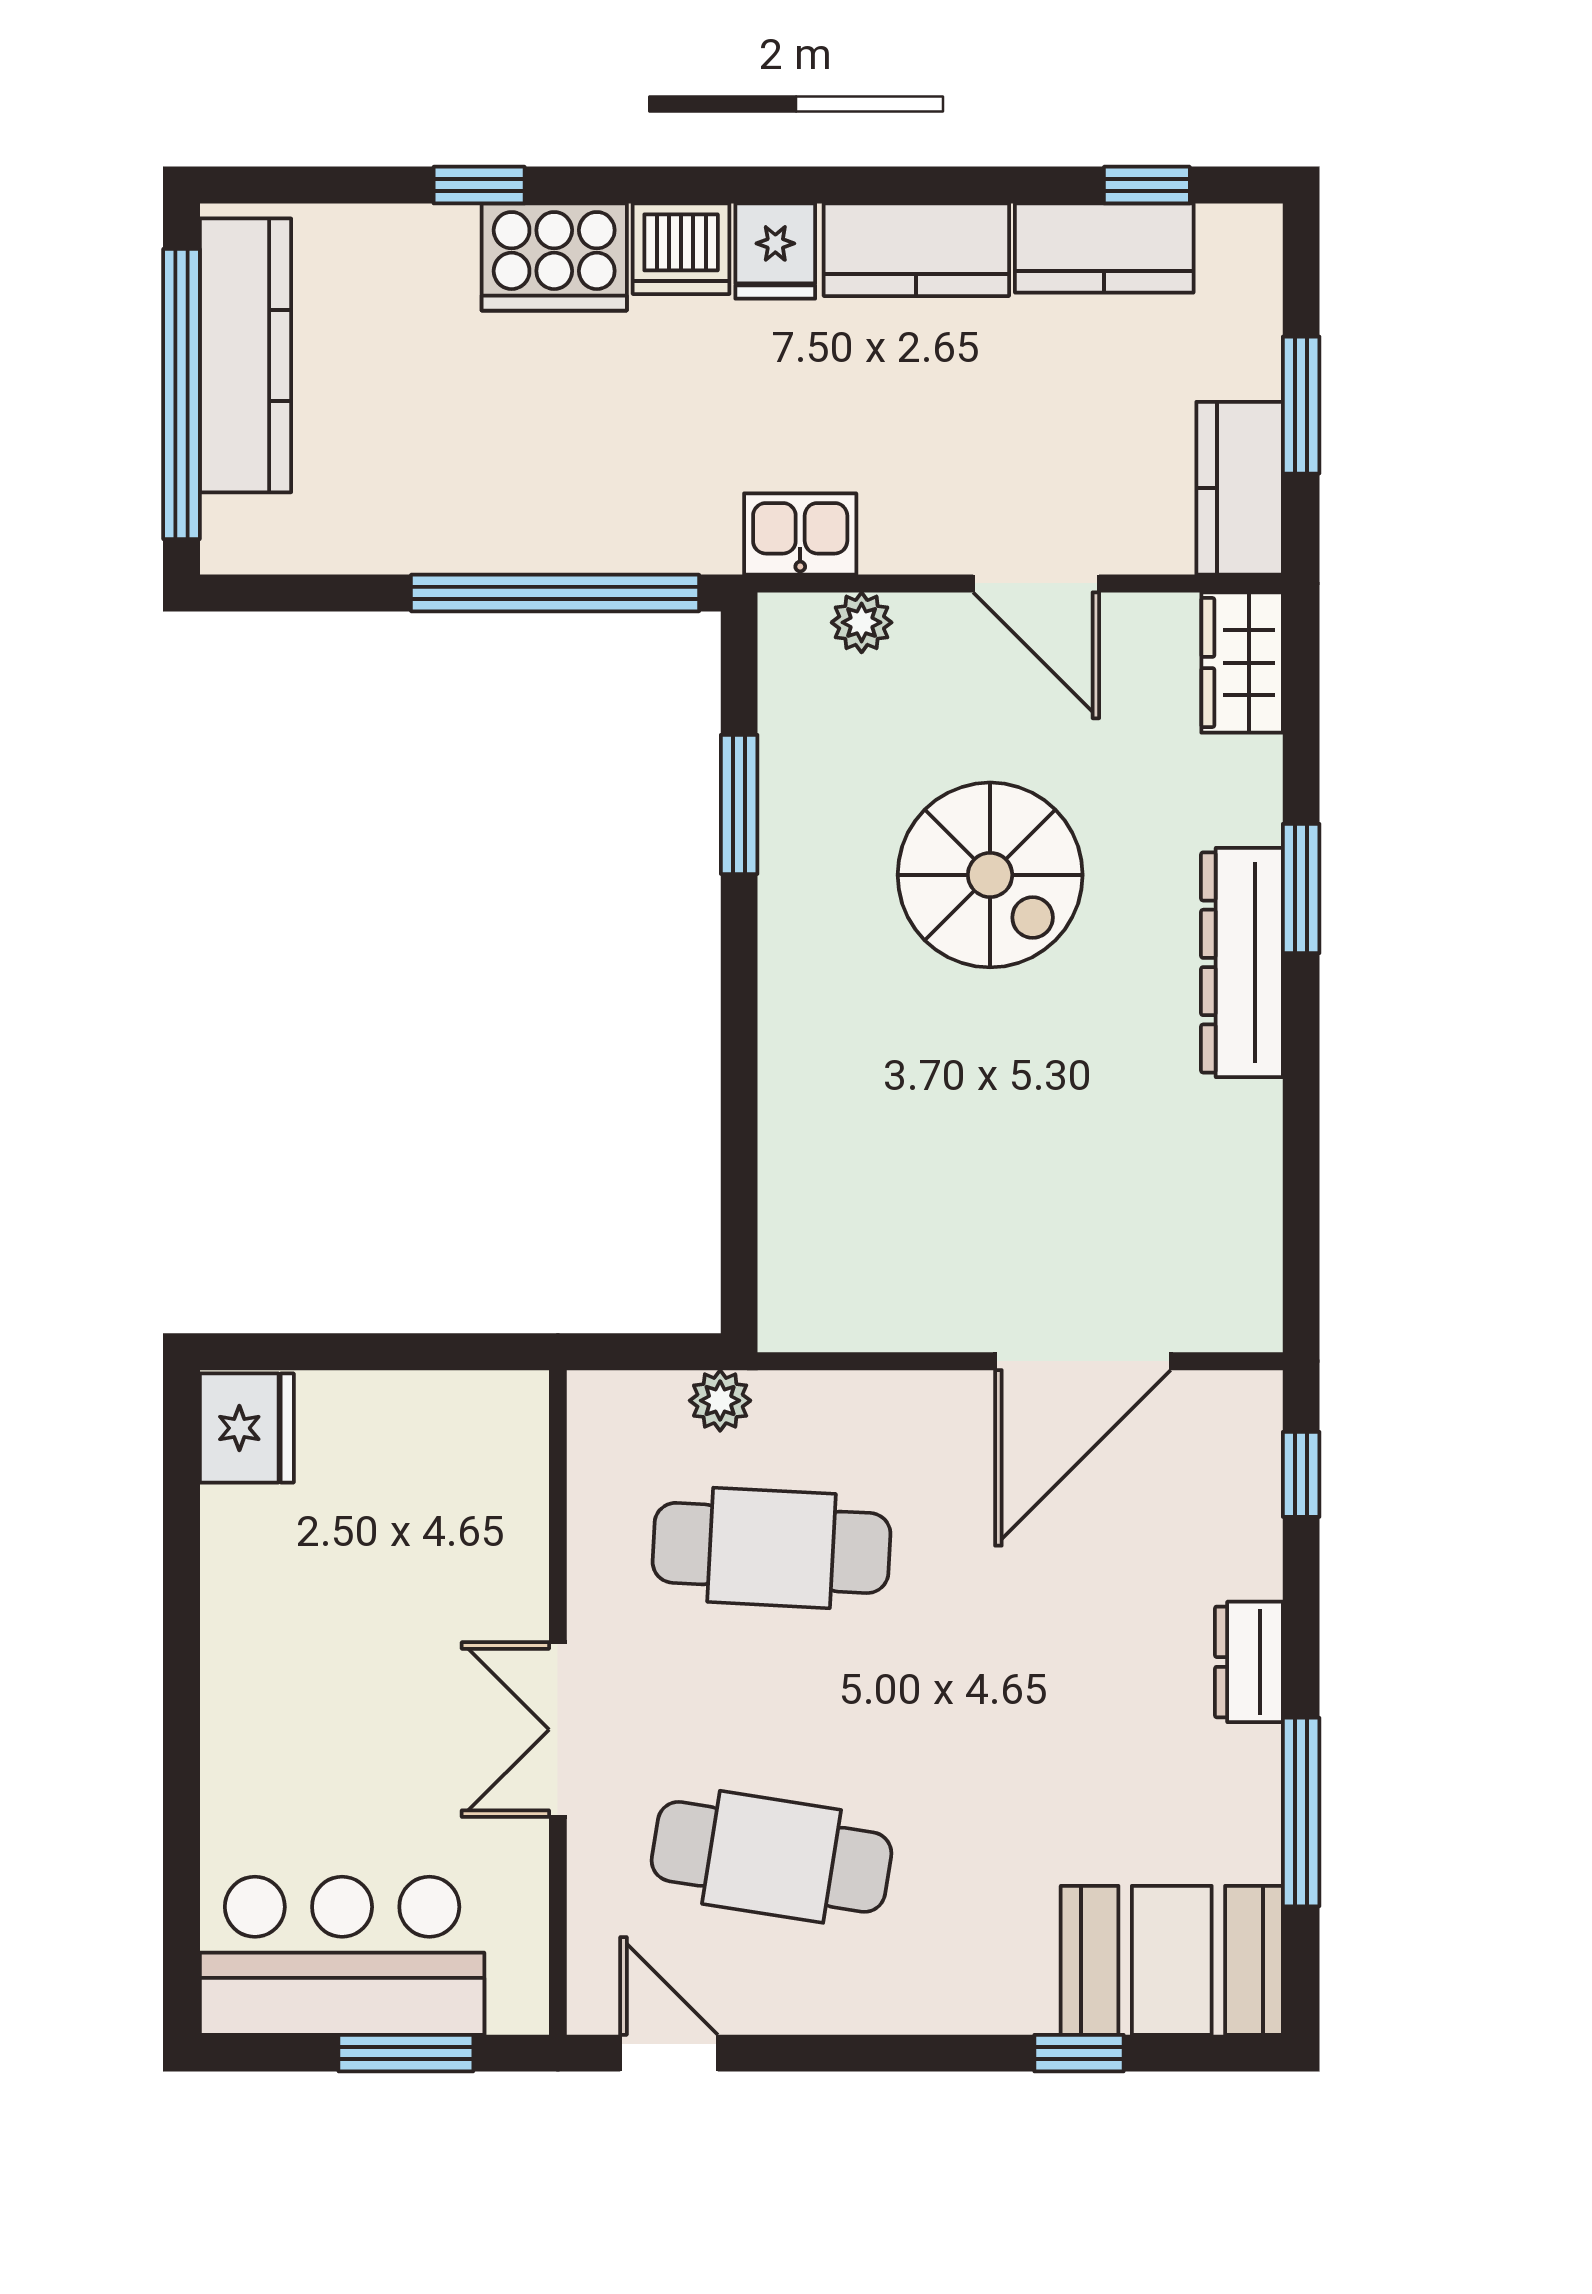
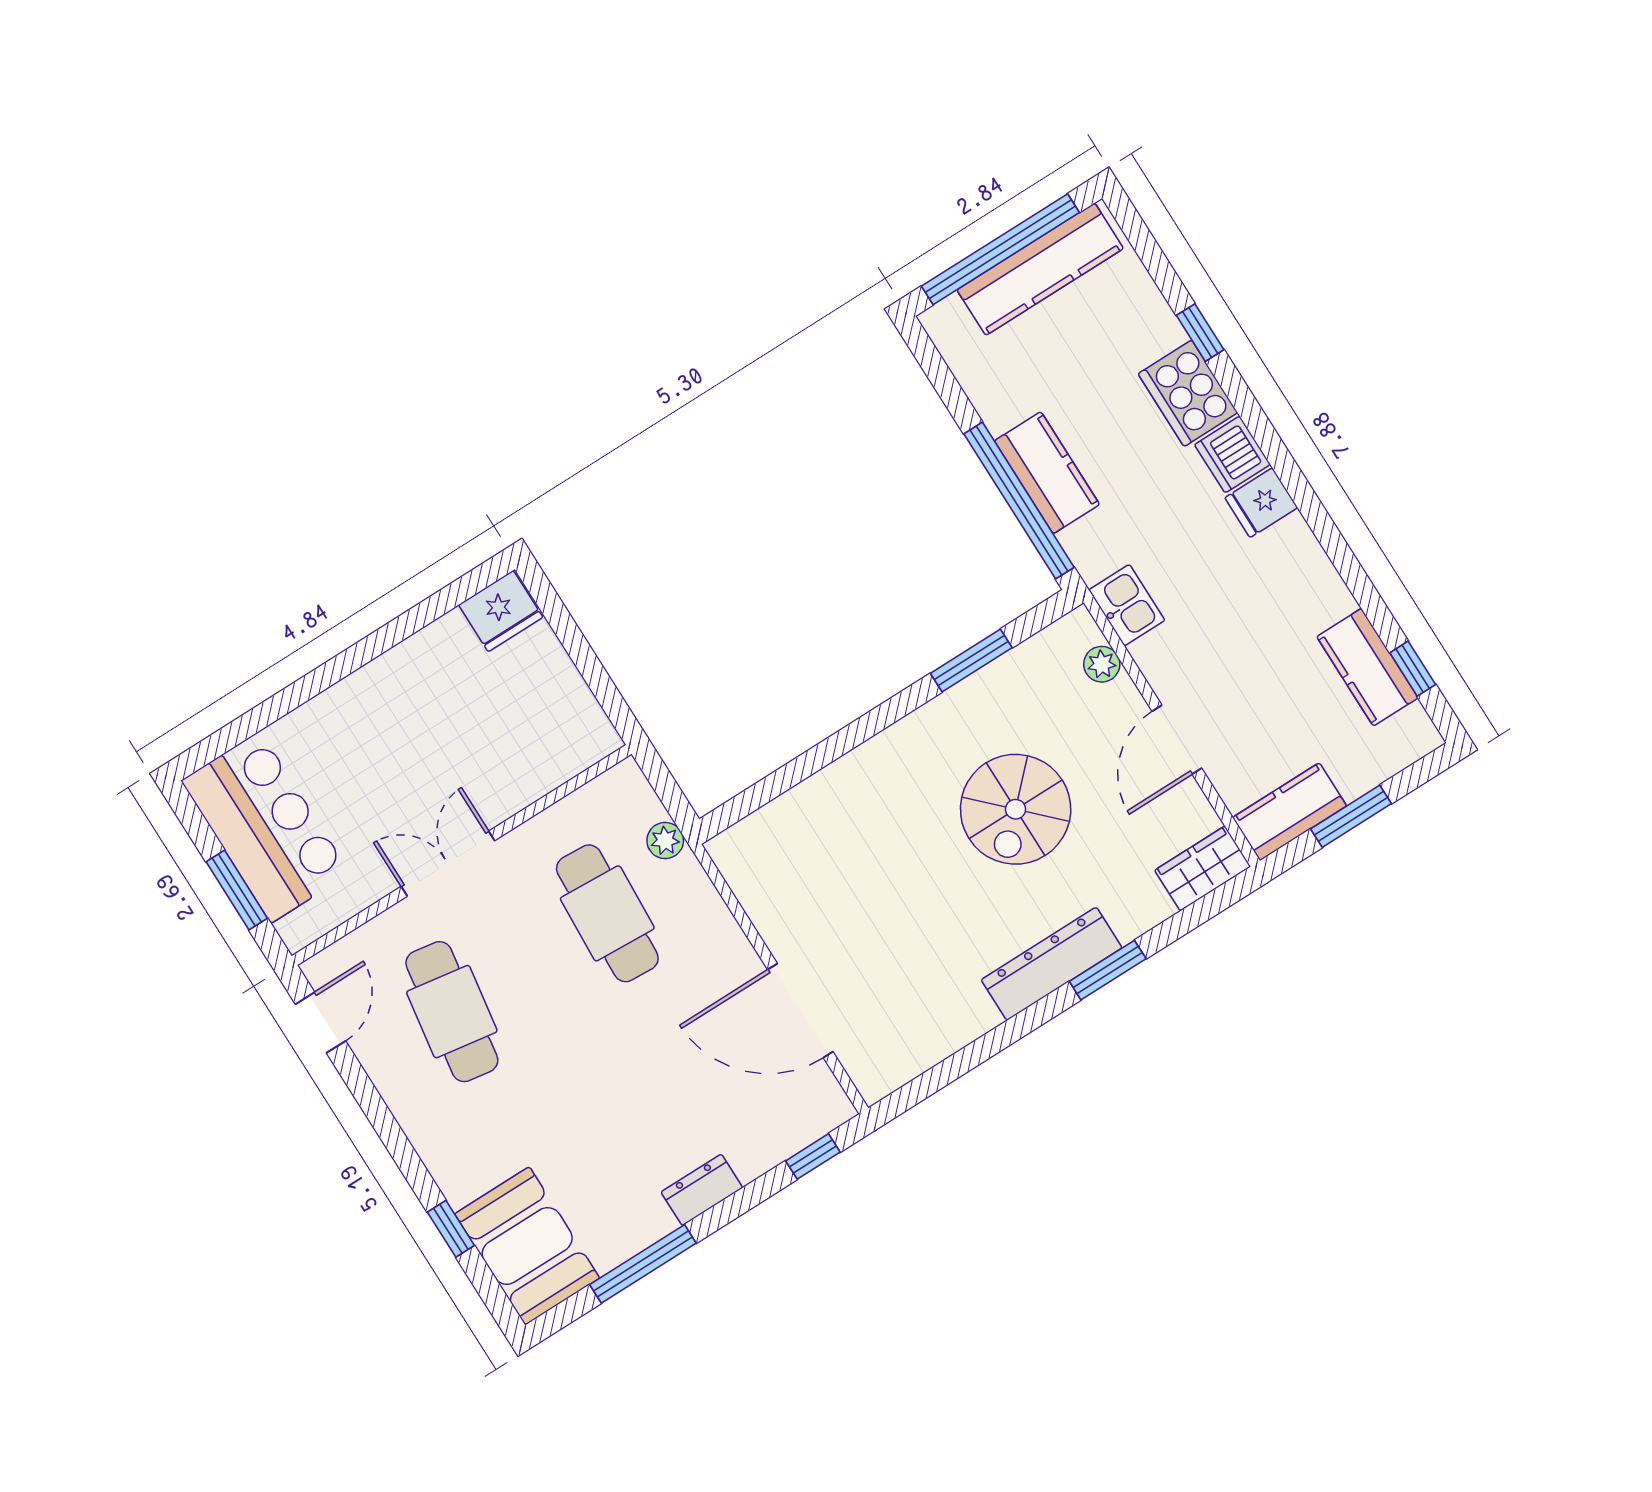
kitchen counter: (916, 250) -> (1047, 473), moved, turned 180

